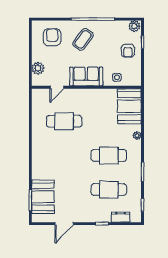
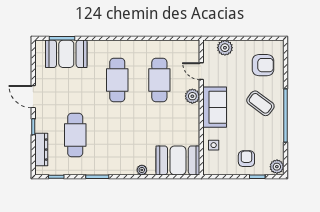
armchair: (128, 51) -> (246, 159), turned 90
plant: (77, 95) -> (192, 96), added
cafe table: (109, 155) -> (117, 80), moved
dresser: (121, 217) -> (41, 150), width x1.44
door: (64, 224) -> (33, 97), moved

